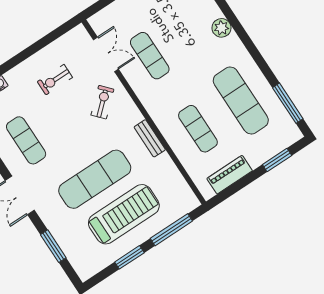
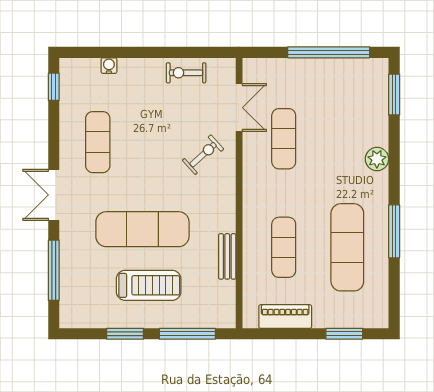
exercise bike: (55, 80) -> (186, 73), moved
window: (288, 103) -> (394, 231), moved
bench: (150, 138) -> (227, 256), moved
treadmill: (124, 214) -> (149, 285), width x0.73, depth x0.73
window: (53, 246) -> (54, 270), width x1.44

